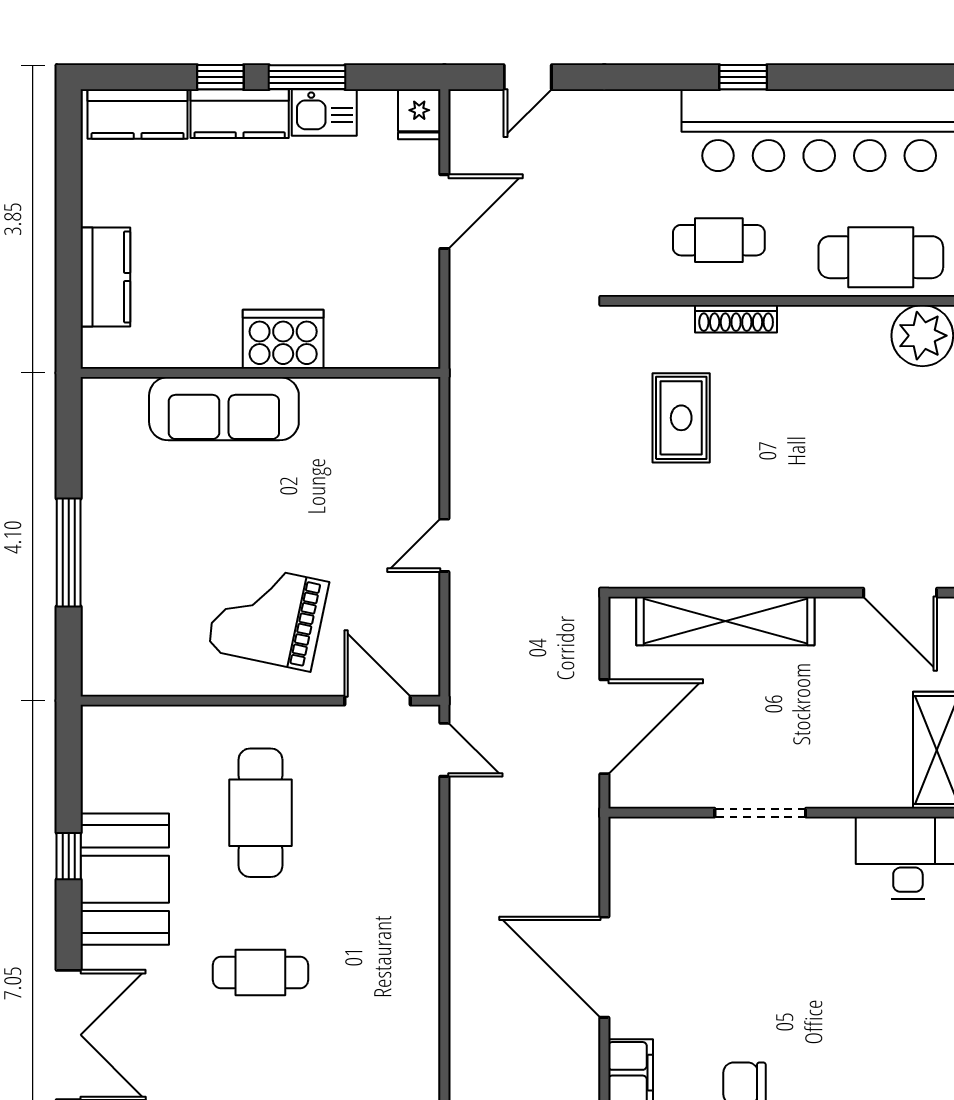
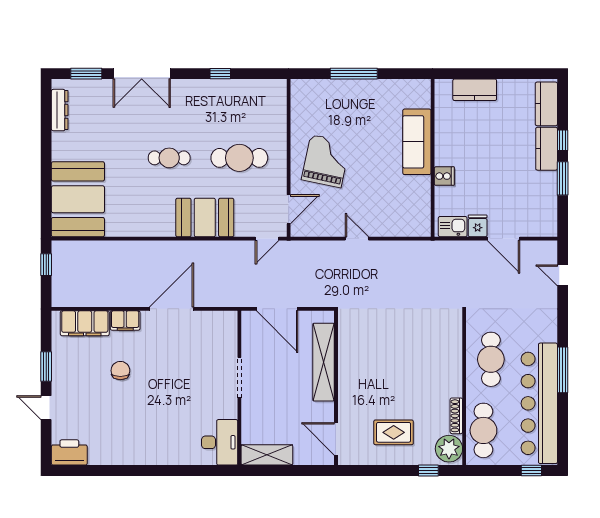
window: (743, 77) -> (563, 370), width x2.17
kitchen sink: (324, 112) -> (453, 227), moved, turned 90
fridge: (419, 114) -> (478, 226), moved, turned 90
cafe table: (719, 240) -> (491, 359), width x1.37, depth x1.35
shoe rack: (736, 319) -> (456, 416), moved
cooker: (283, 339) -> (444, 176), width x0.53, depth x0.76
rug: (681, 418) -> (394, 432), moved
door: (900, 593) -> (336, 439), hinge flipped
booth: (125, 879) -> (205, 218), moved
cafe table: (260, 973) -> (169, 158), turned 90

